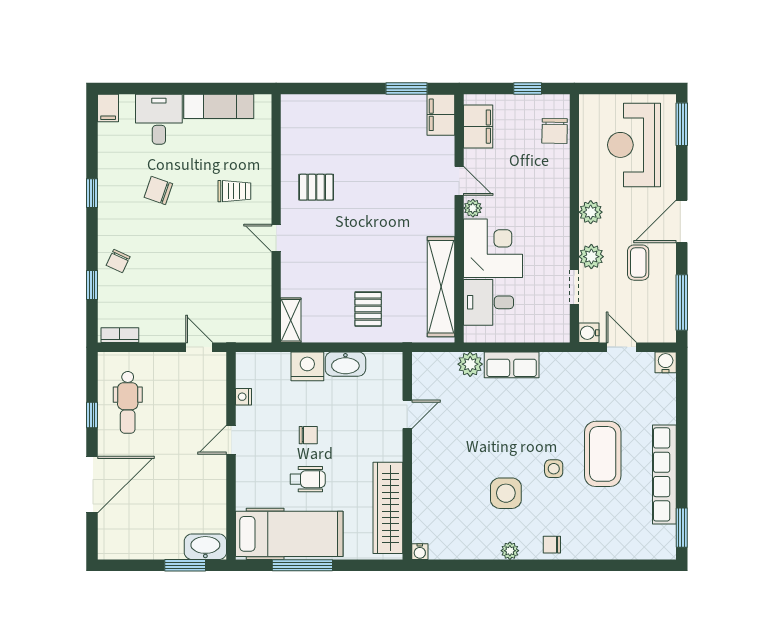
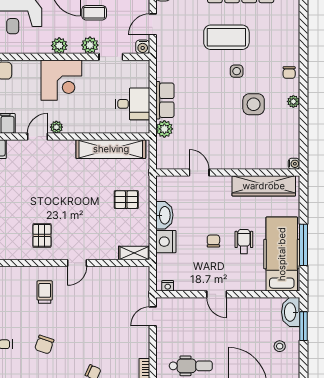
corner desk: (493, 248) -> (61, 80), moved, turned 180
desk: (489, 302) -> (132, 104), moved, turned -90
nightstand: (243, 397) -> (168, 286), moved
stool: (156, 531) -> (280, 346), added

